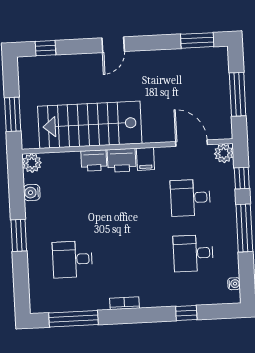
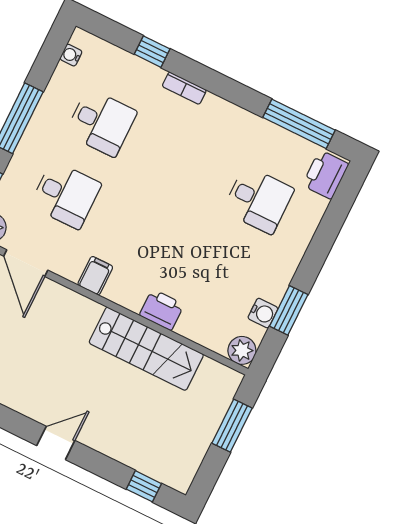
stairs: (90, 125) -> (146, 349), width x0.73, depth x0.66
printer: (122, 160) -> (326, 175), moved, turned -90
window: (19, 235) -> (289, 310), moved
bookcase: (124, 303) -> (184, 88), moved

